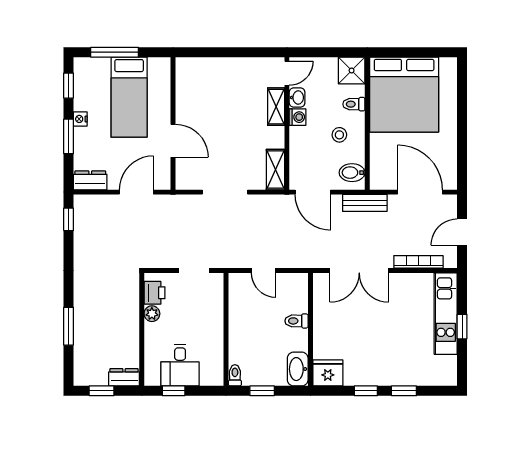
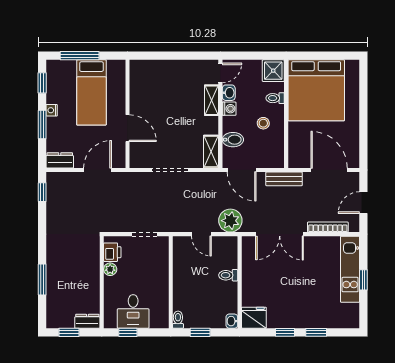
bidet: (352, 173) -> (233, 140), moved, turned 180
plant: (299, 254) -> (230, 221), added
washbasin: (298, 369) -> (232, 321), width x0.52, depth x0.69

